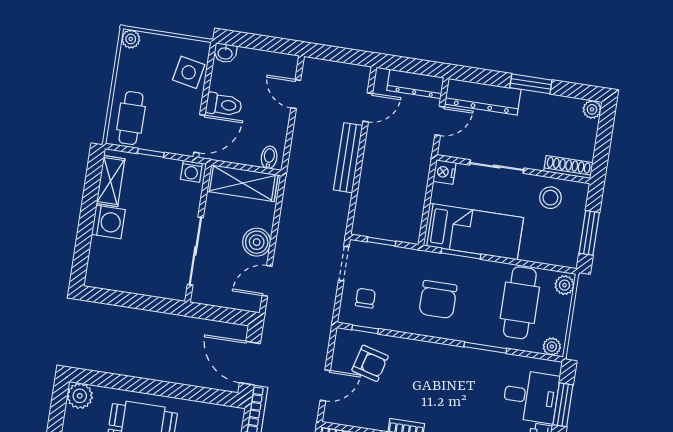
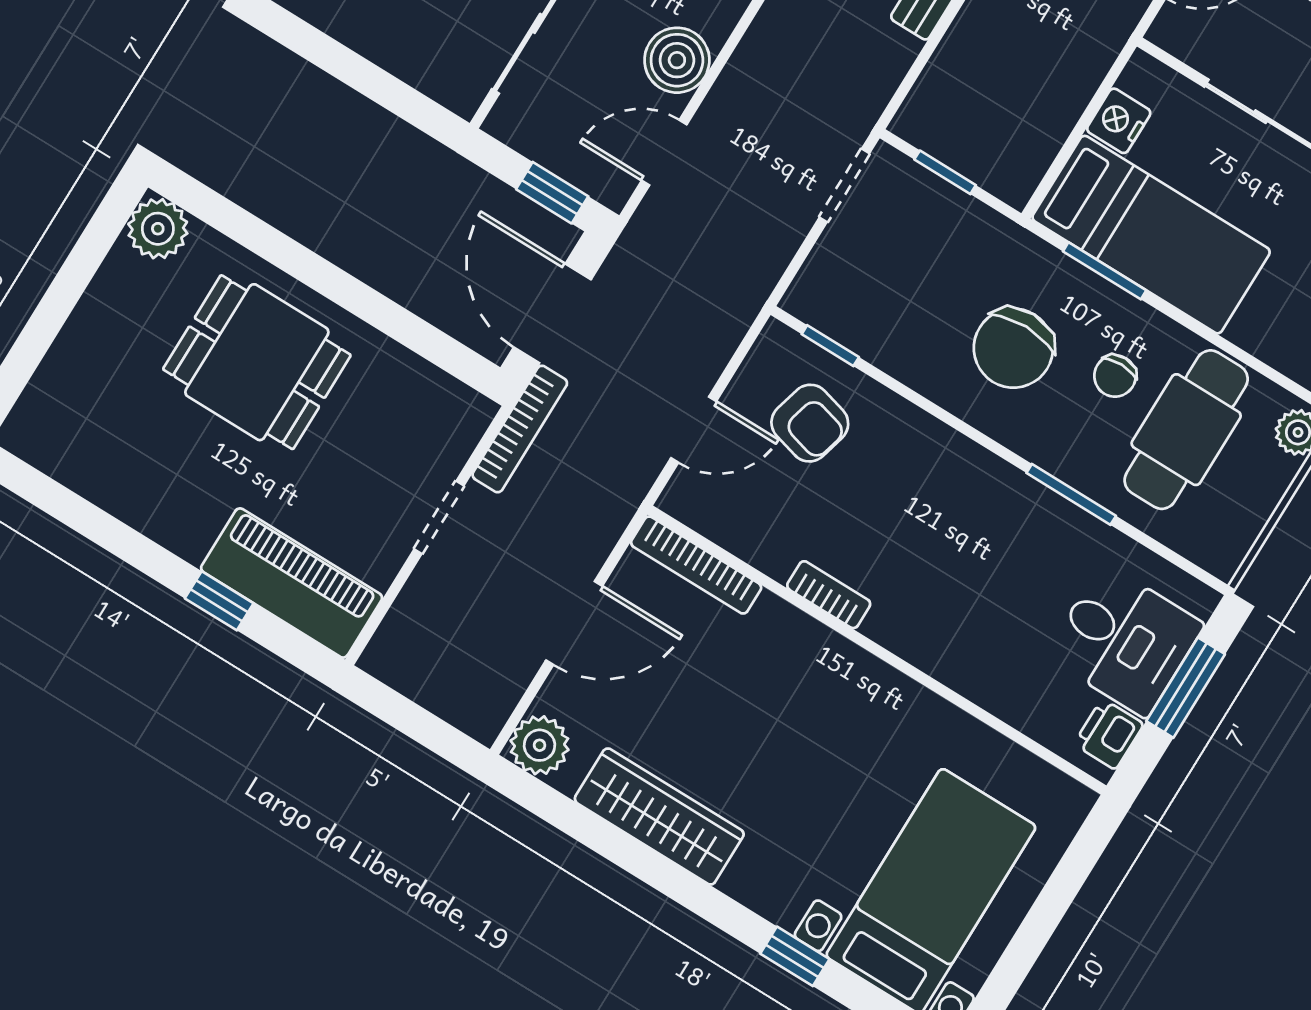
nightstand: (444, 172) -> (1119, 121), moved
chair: (365, 298) -> (1115, 376), moved, turned 180
window: (230, 315) -> (552, 193), added
plant: (552, 347) -> (1215, 553), removed

